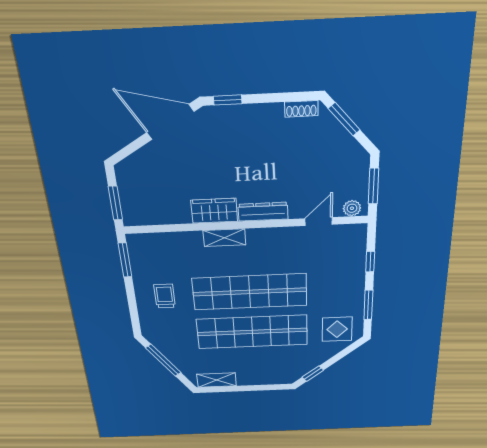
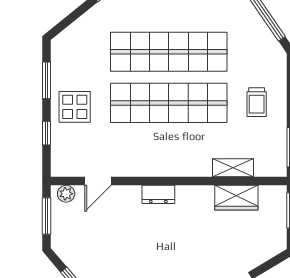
wardrobe: (214, 211) -> (236, 198), moved
dresser: (263, 212) -> (158, 194), width x0.70
shelving: (224, 238) -> (233, 168), moved
display table: (337, 329) -> (75, 107), moved

